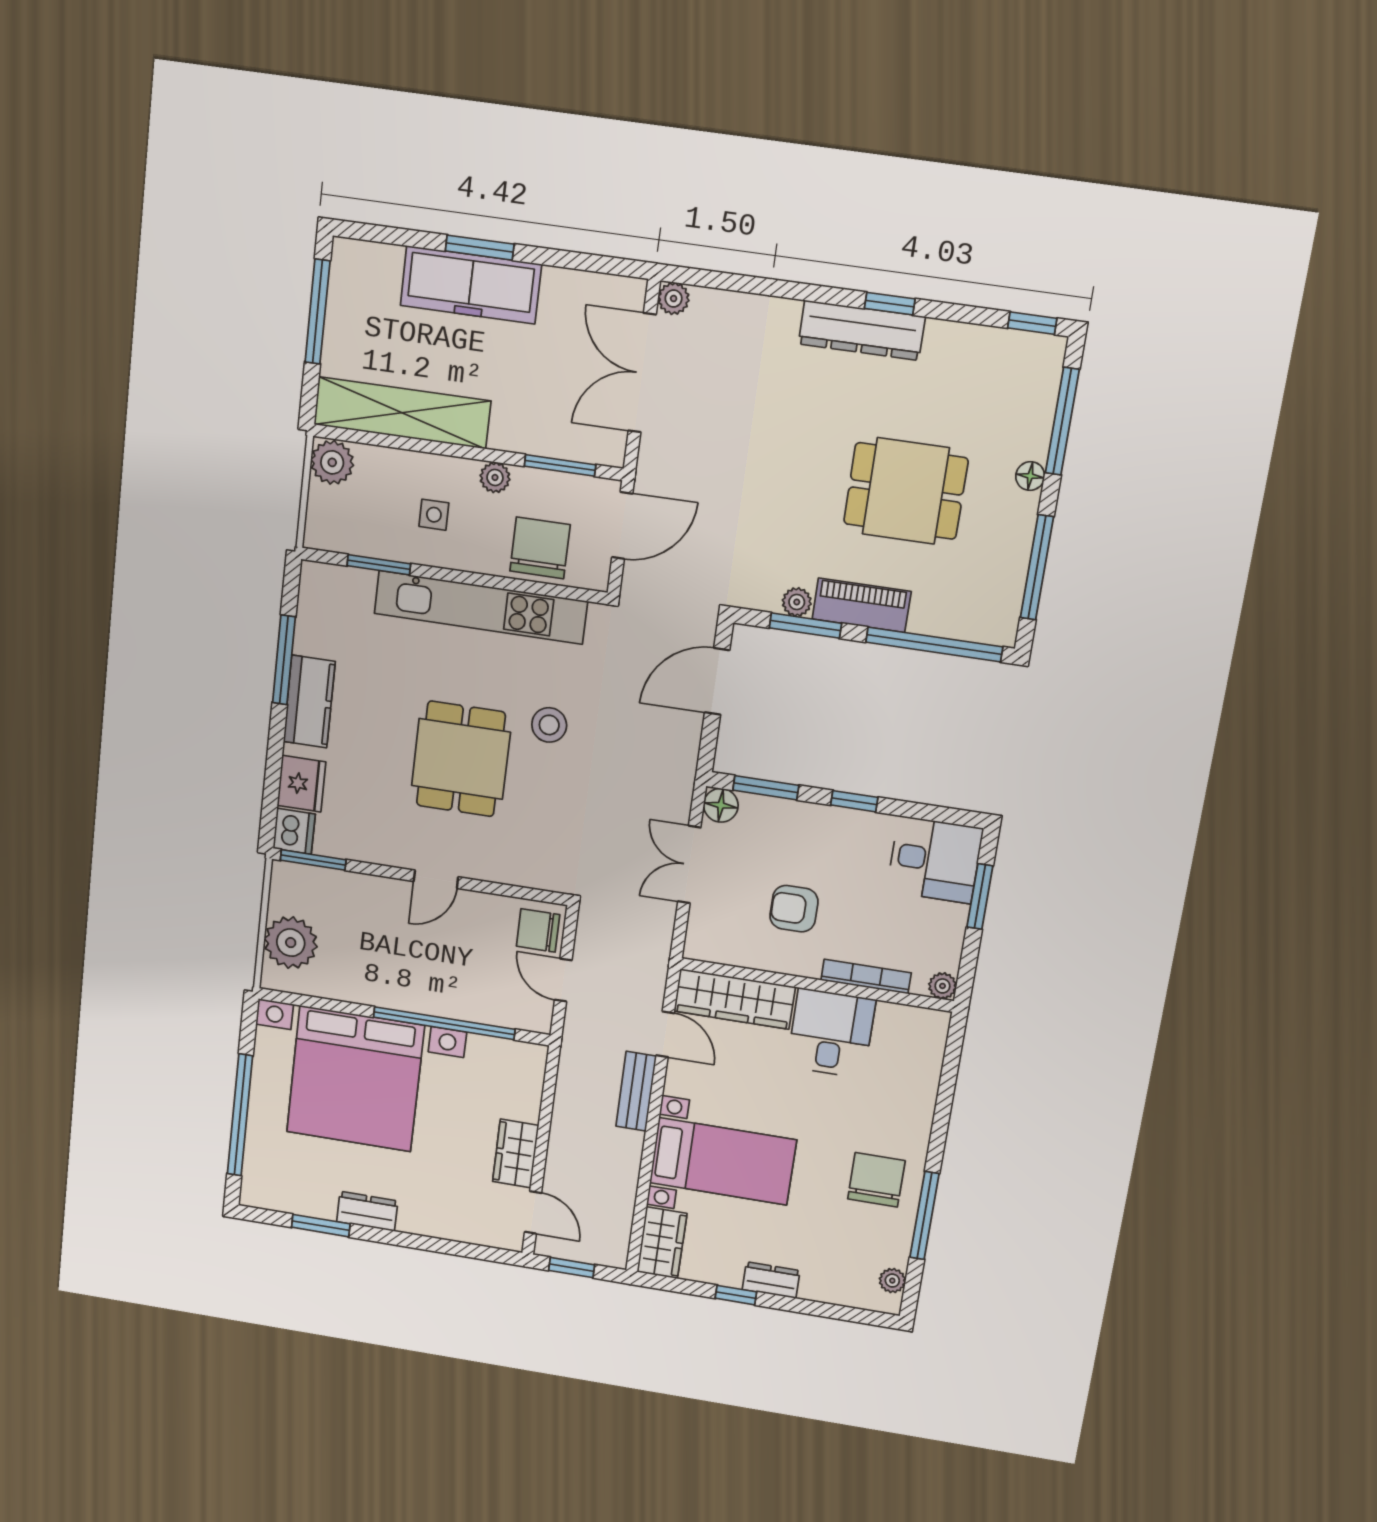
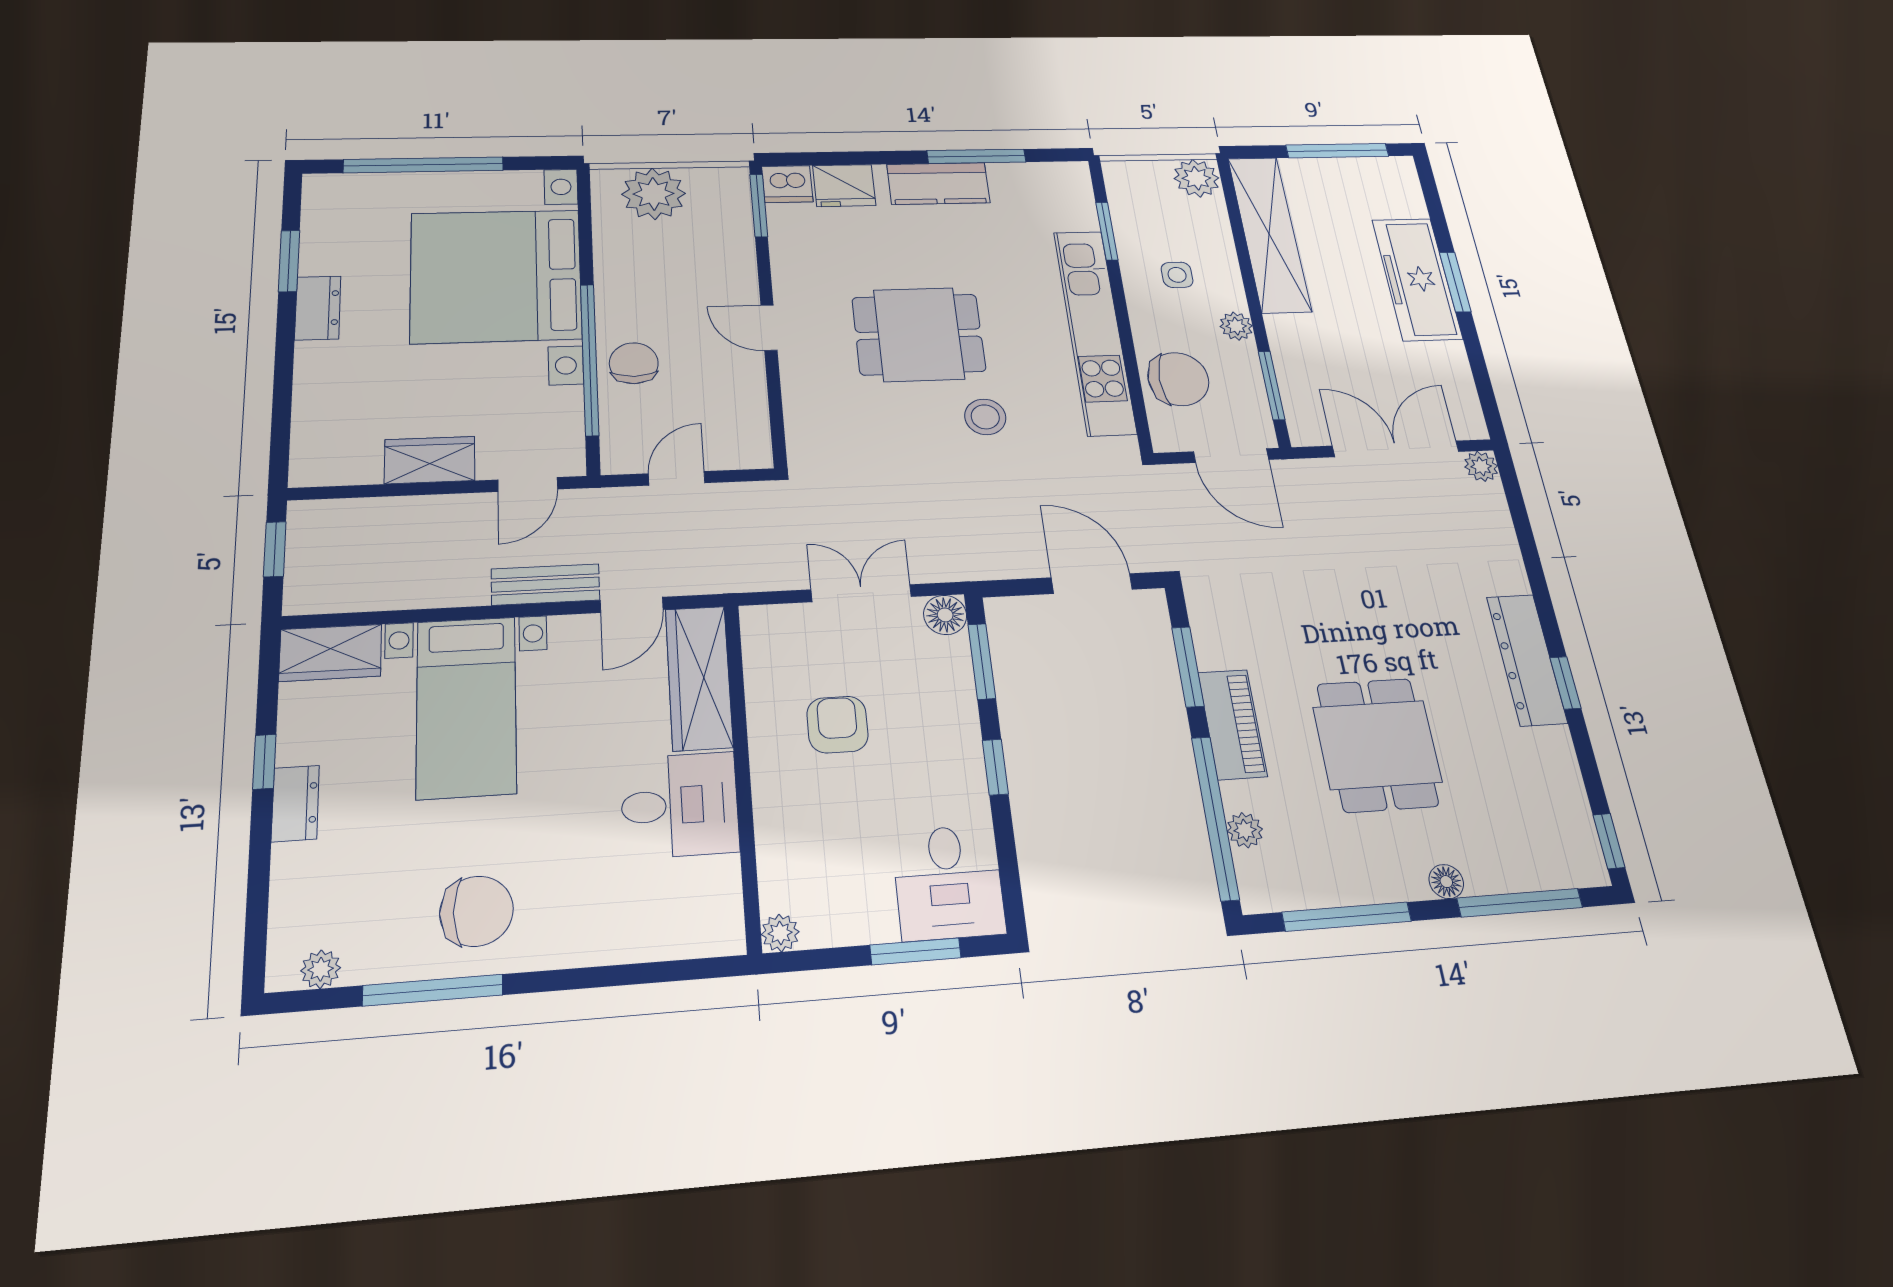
plant: (797, 602) -> (1245, 830), moved
chair: (538, 930) -> (634, 363), moved
bookcase: (866, 977) -> (769, 832), removed
door: (533, 1212) -> (528, 484), moved

